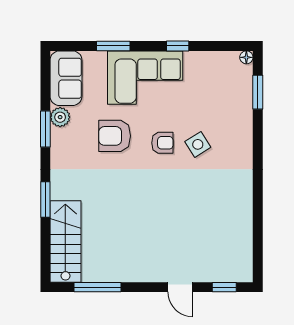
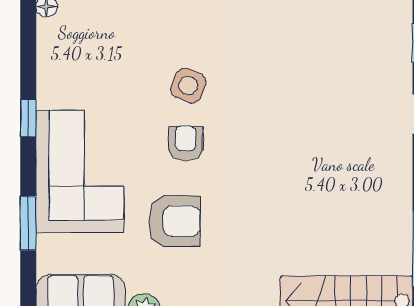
armchair: (115, 136) -> (175, 221), turned -90
side table: (198, 144) -> (188, 86), turned -35

